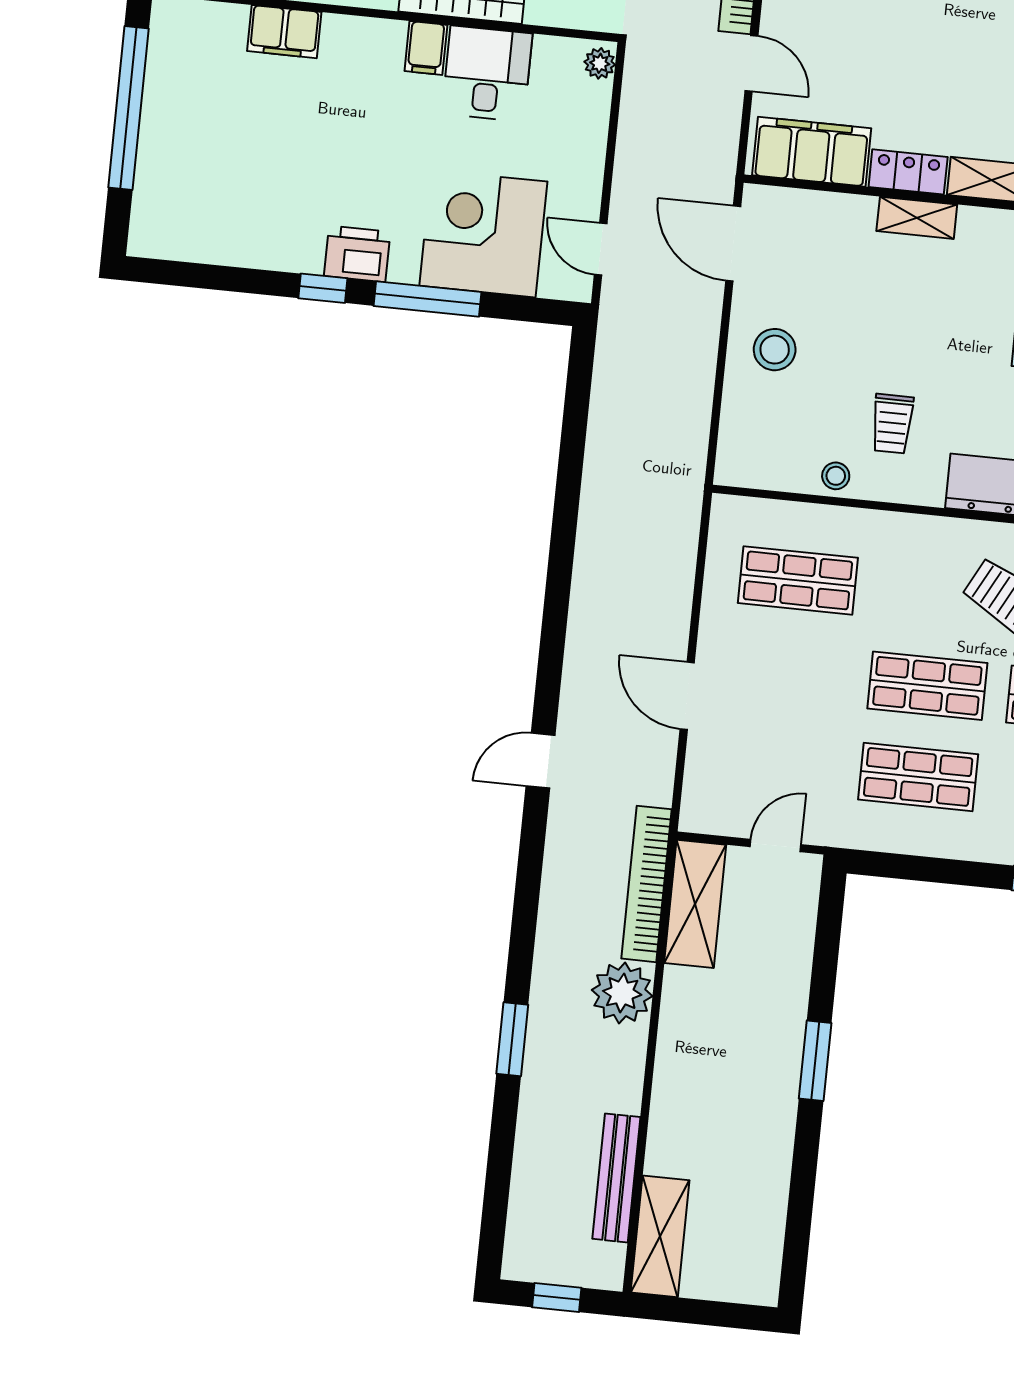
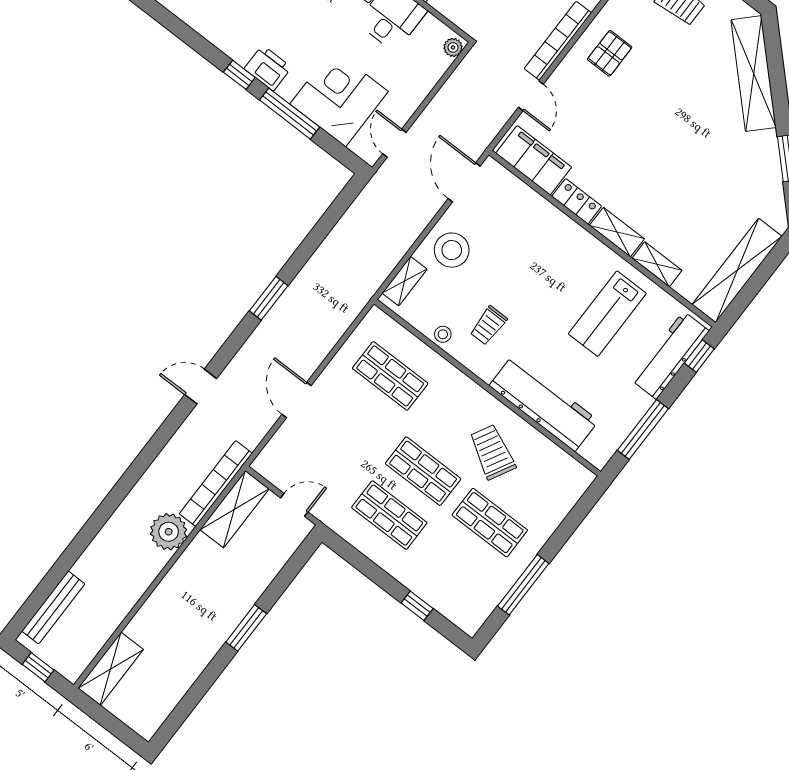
shelving: (917, 218) -> (405, 281), moved, turned 90
stool: (775, 350) -> (452, 250), width x1.38, depth x1.38
window: (512, 1039) -> (269, 298), moved
bench: (616, 1178) -> (53, 607), moved

